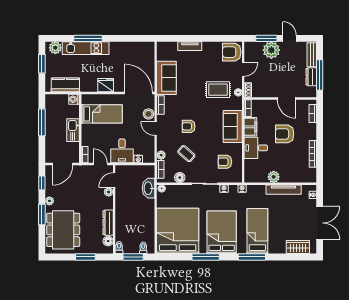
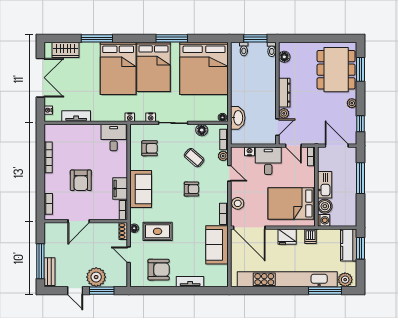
window: (88, 38) -> (325, 291), moved
kitchen unit: (86, 48) -> (287, 279), width x1.86
armchair: (232, 52) -> (159, 270), moved
window: (42, 64) -> (361, 248), moved
door: (243, 69) -> (129, 255), hinge flipped
window: (320, 75) -> (40, 261), moved
dresser: (311, 77) -> (50, 246), removed
kitchen counter: (65, 85) -> (349, 245), moved, turned 90
dishwasher: (85, 86) -> (311, 236), added
door: (287, 98) -> (79, 221), swing flipped
boiler: (73, 111) -> (325, 206), added
bed: (102, 114) -> (292, 203), width x1.50
window: (42, 122) -> (361, 178), moved
door: (156, 129) -> (229, 173), moved
armchair: (285, 134) -> (81, 180), turned 90
desk: (256, 148) -> (114, 138), moved, turned -90
door: (63, 164) -> (337, 146), hinge flipped
plant: (274, 177) -> (93, 131), removed
tv unit: (284, 190) -> (76, 116), width x0.71
window: (42, 215) -> (361, 69), moved
dresser: (108, 223) -> (284, 93), moved
double door: (320, 223) -> (40, 78), swing flipped
bed: (257, 231) -> (118, 68), width x1.50
window: (85, 257) -> (310, 38), removed
window: (252, 257) -> (97, 38), moved

